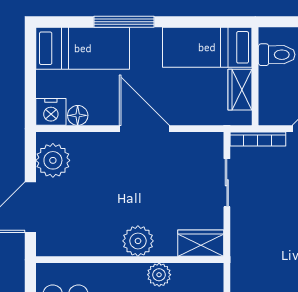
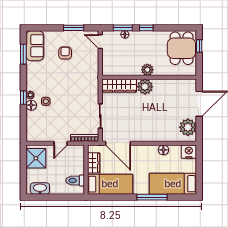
floor lamp: (78, 115) -> (163, 150), moved
door: (144, 129) -> (118, 143), moved
wardrobe: (201, 243) -> (119, 86), width x1.50
plant: (159, 275) -> (147, 70), moved

